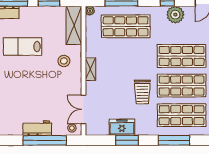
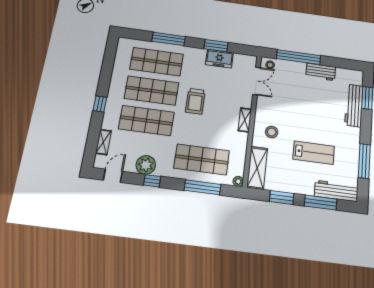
trolley: (142, 92) -> (195, 101), moved, turned 180
workbench: (37, 128) -> (321, 72), moved

